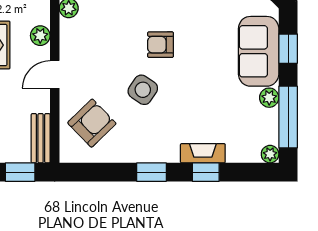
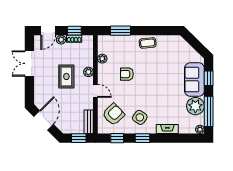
armchair: (160, 45) -> (127, 74), moved
door: (55, 74) -> (95, 91), swing flipped
side table: (143, 90) -> (140, 117), moved
plant: (269, 98) -> (195, 106), width x1.87, depth x1.87
window: (206, 172) -> (117, 138), moved

